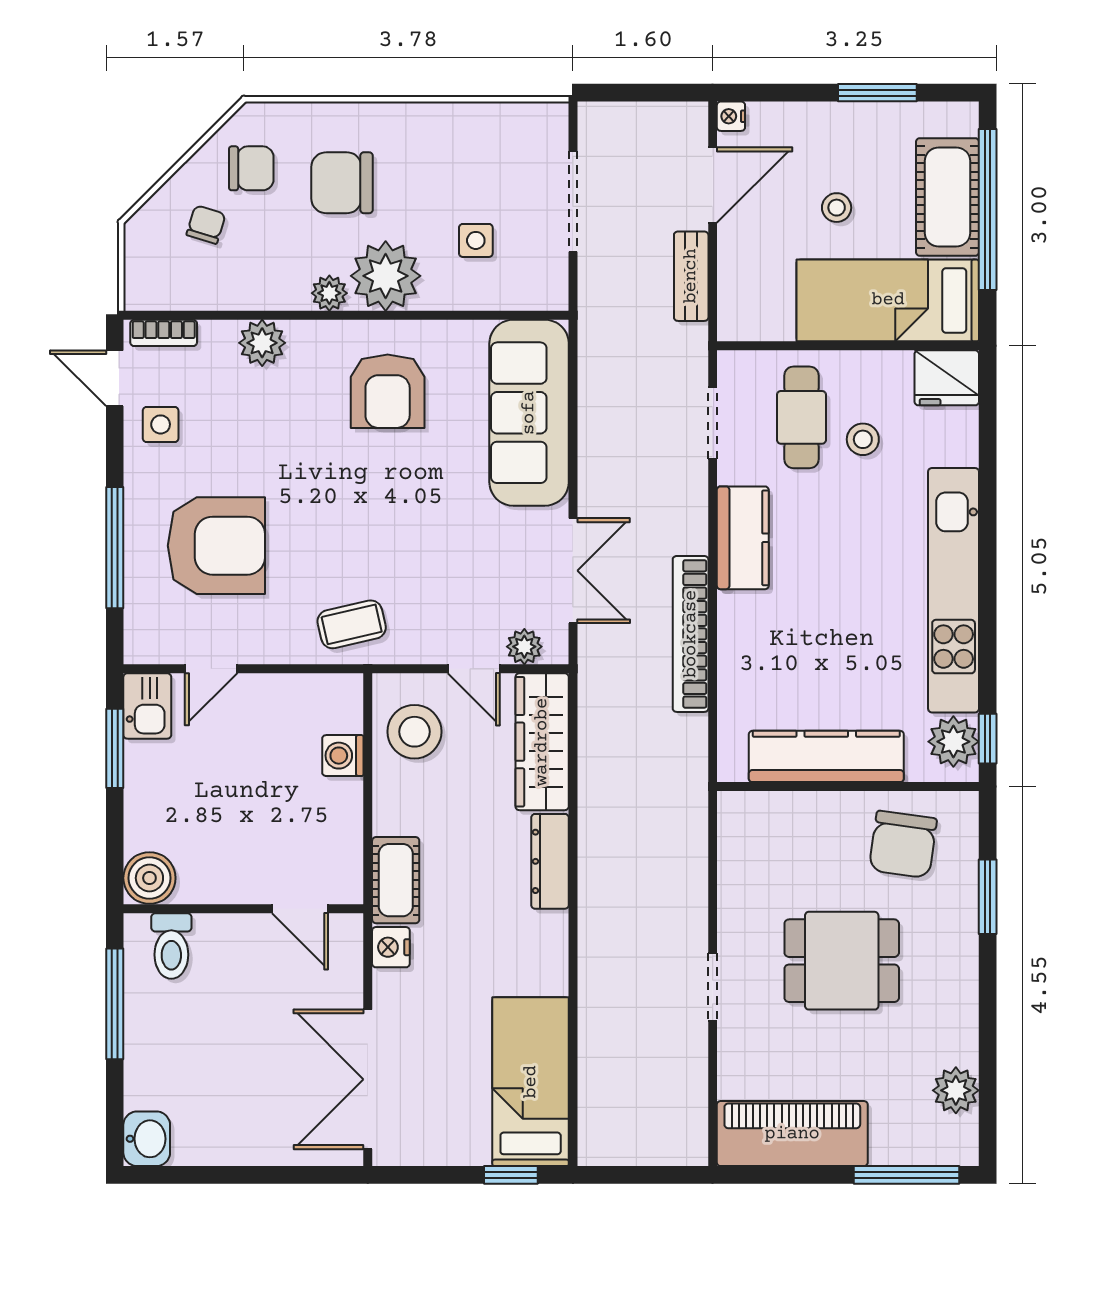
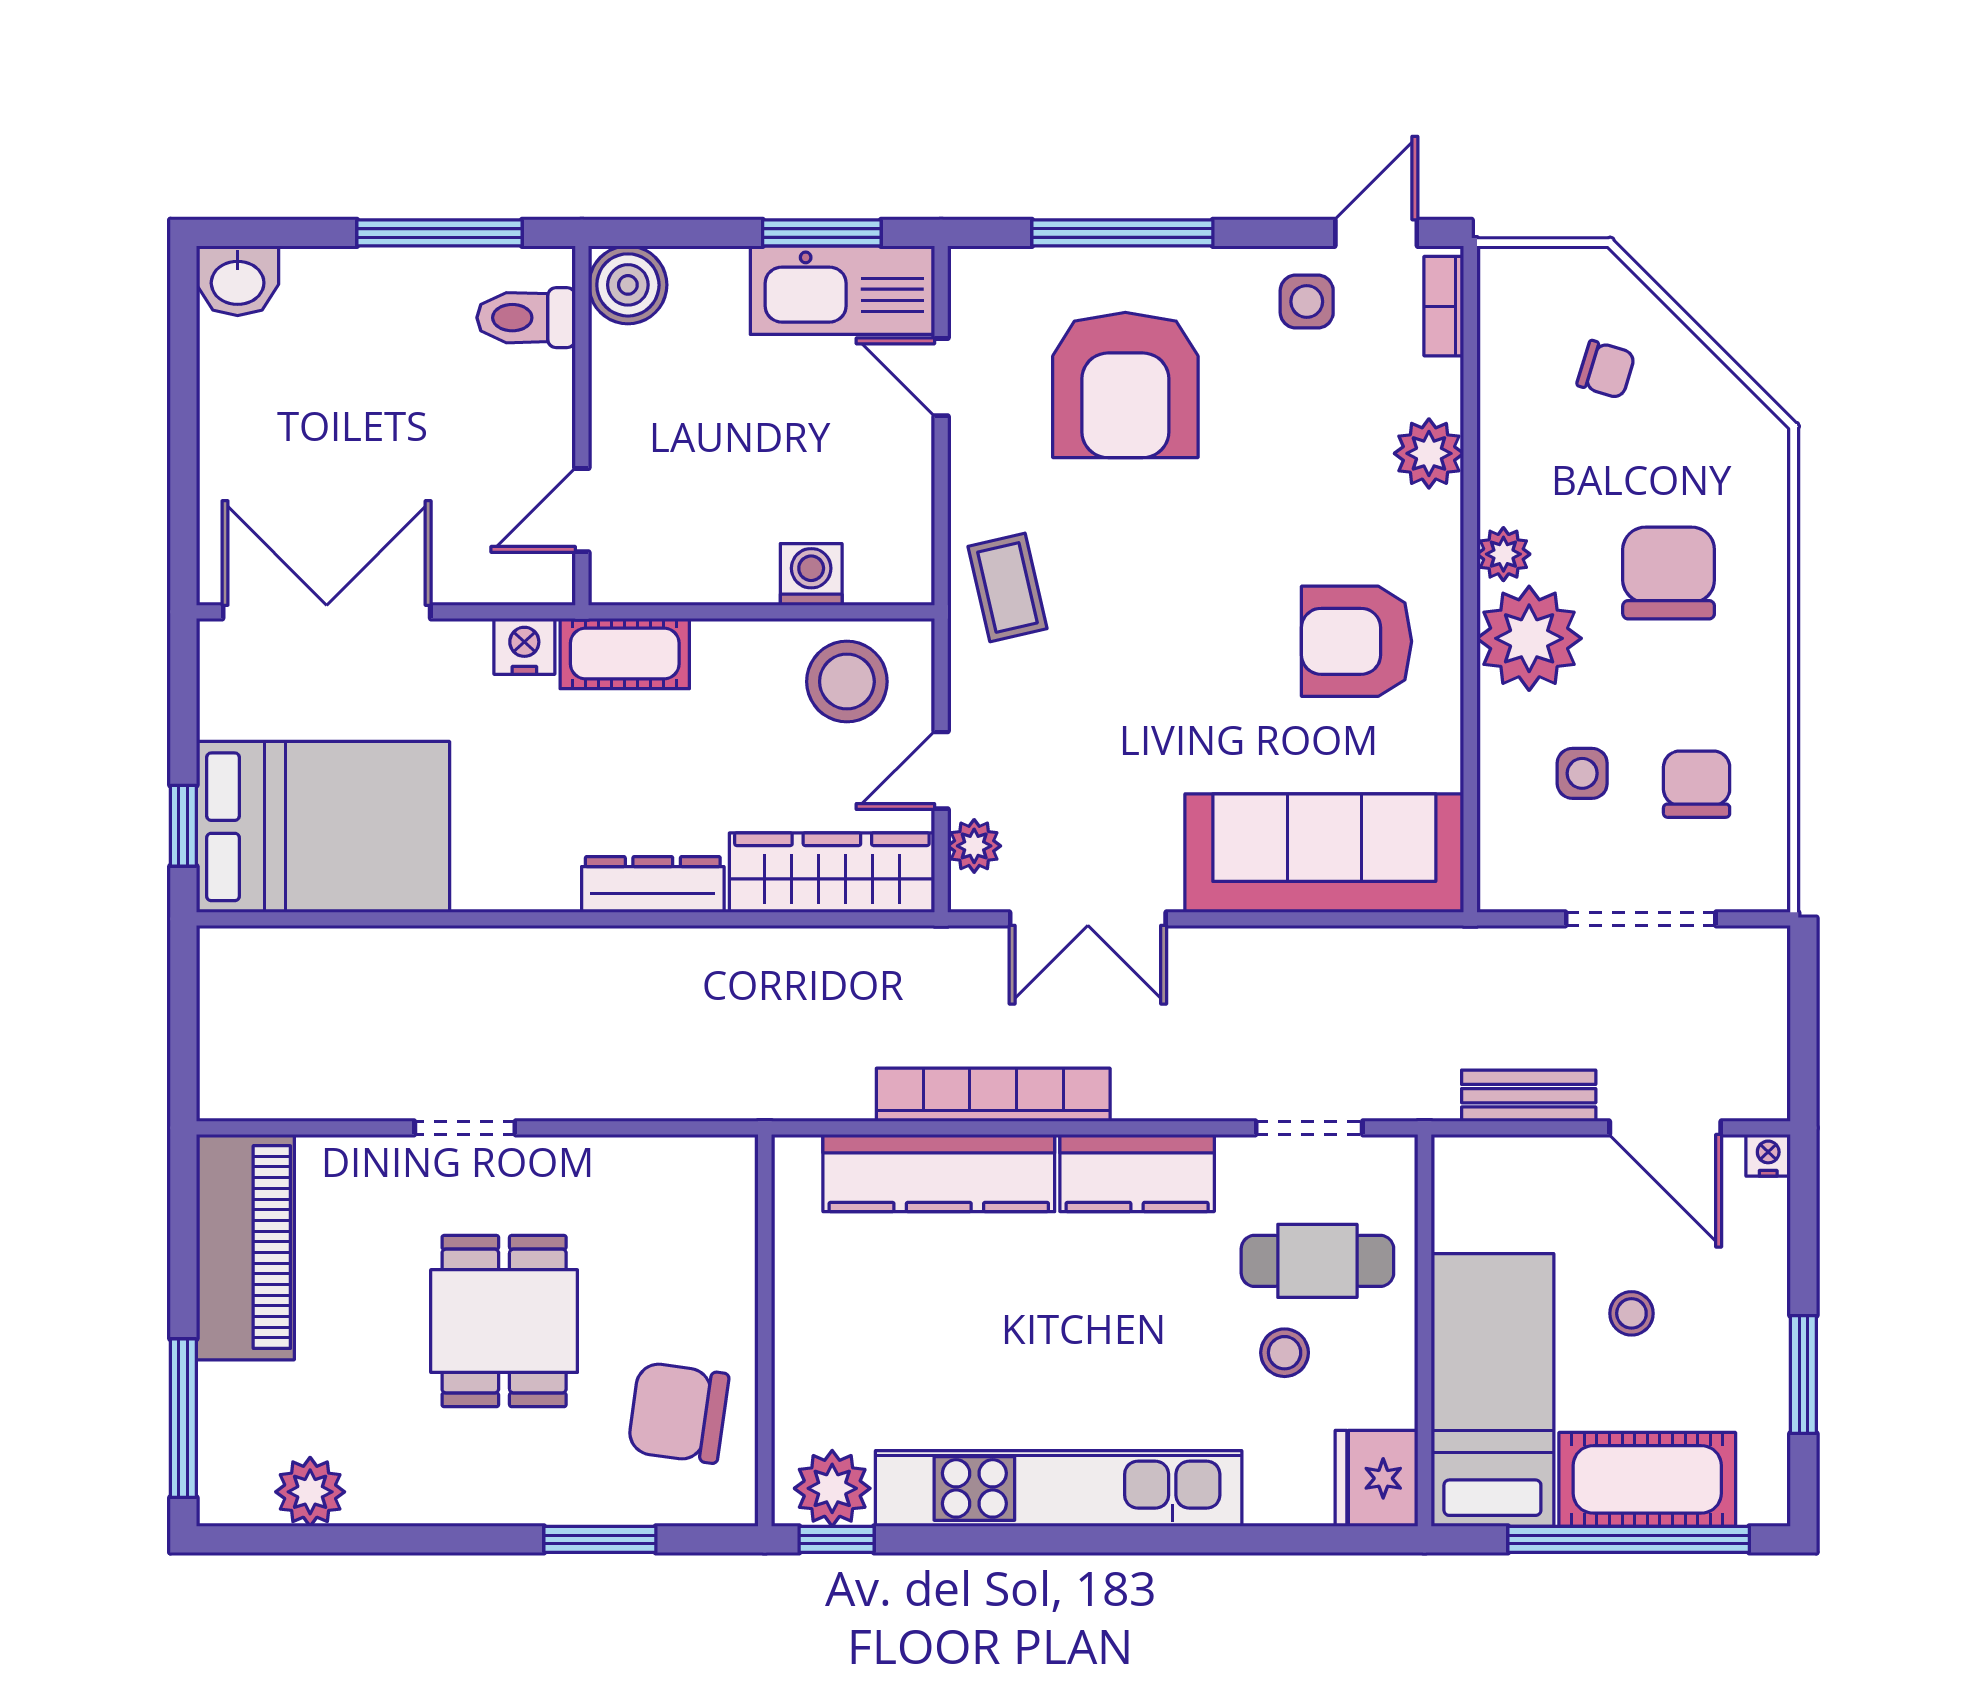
chair: (251, 168) -> (1697, 784), moved, turned 180
kitchen sink: (147, 706) -> (842, 290), width x1.87, depth x1.24
kitchen counter: (826, 756) -> (939, 1173), moved, turned 90
bed: (531, 1082) -> (323, 827), width x1.50

